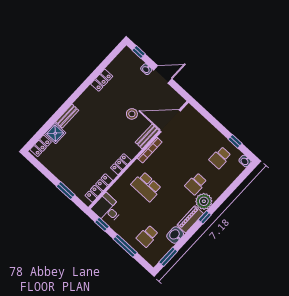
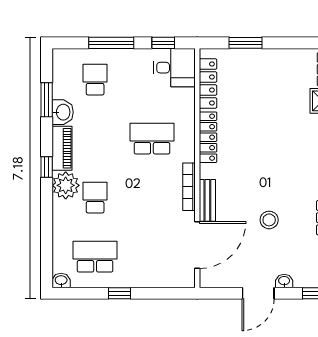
stool: (132, 114) -> (269, 220), moved
window: (235, 141) -> (119, 293), moved
school desk: (220, 158) -> (95, 257), width x1.85
locker: (121, 164) -> (208, 137), width x1.53
window: (168, 257) -> (47, 100), moved

